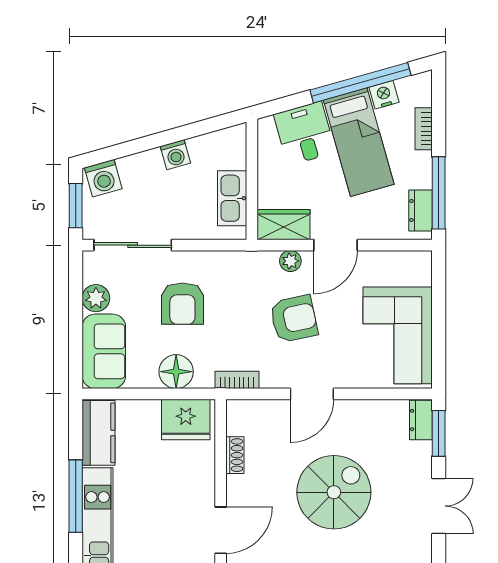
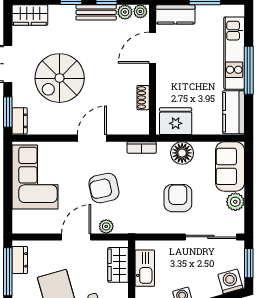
wardrobe: (283, 225) -> (118, 265), moved, turned 90
spiral stairs: (334, 492) -> (60, 78), moved

